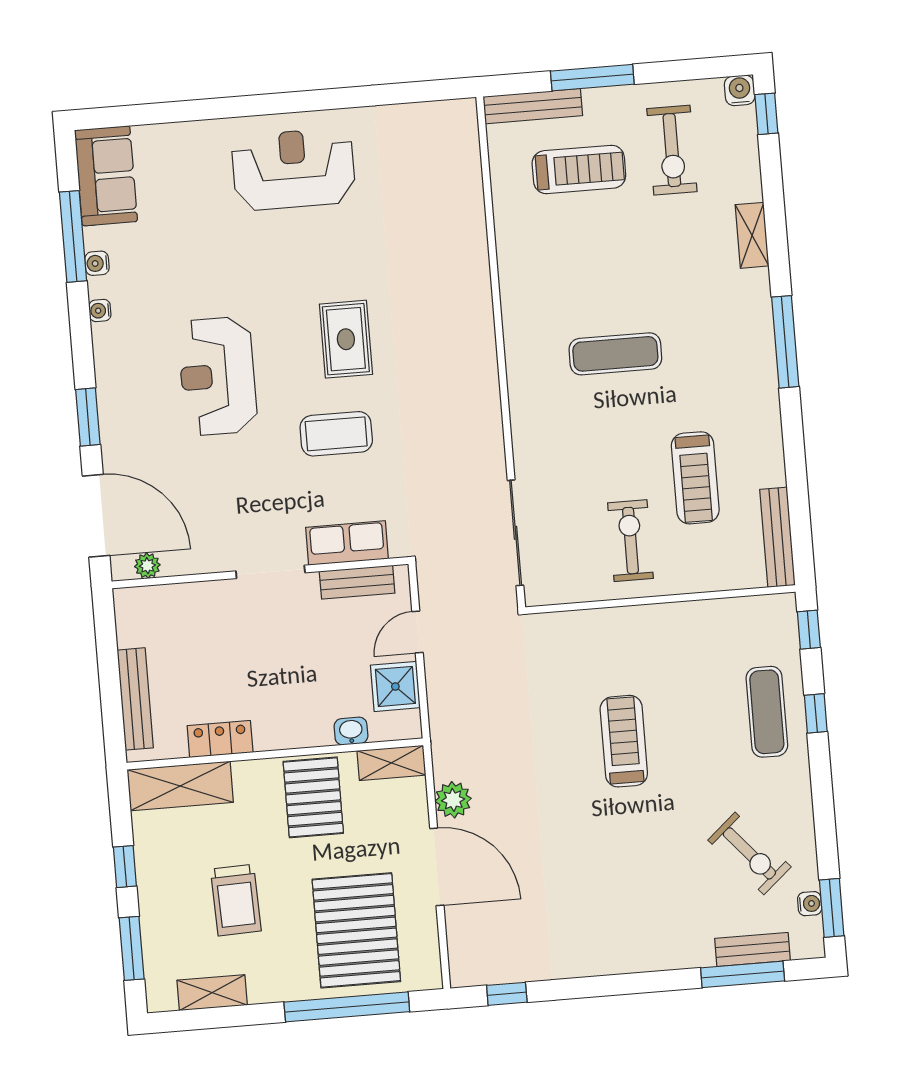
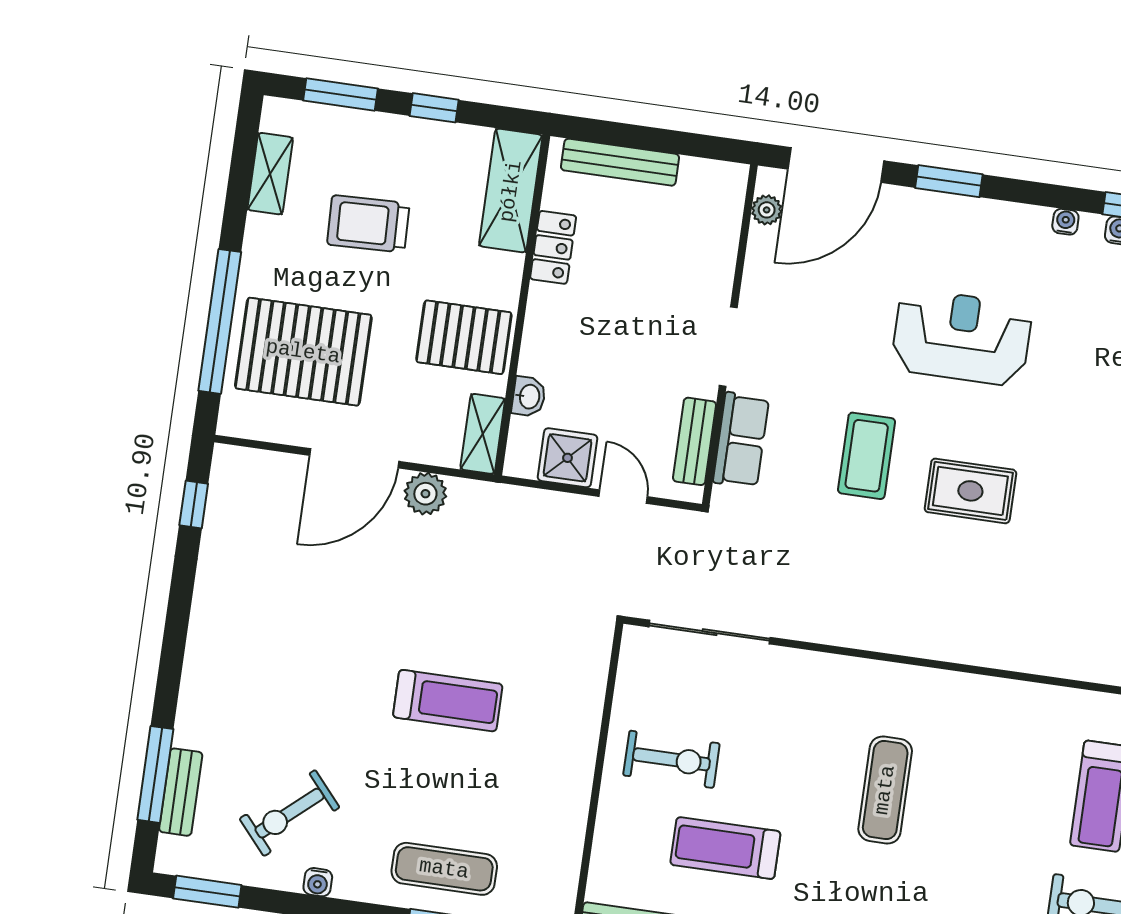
water cooler: (810, 904) -> (318, 882), moved

